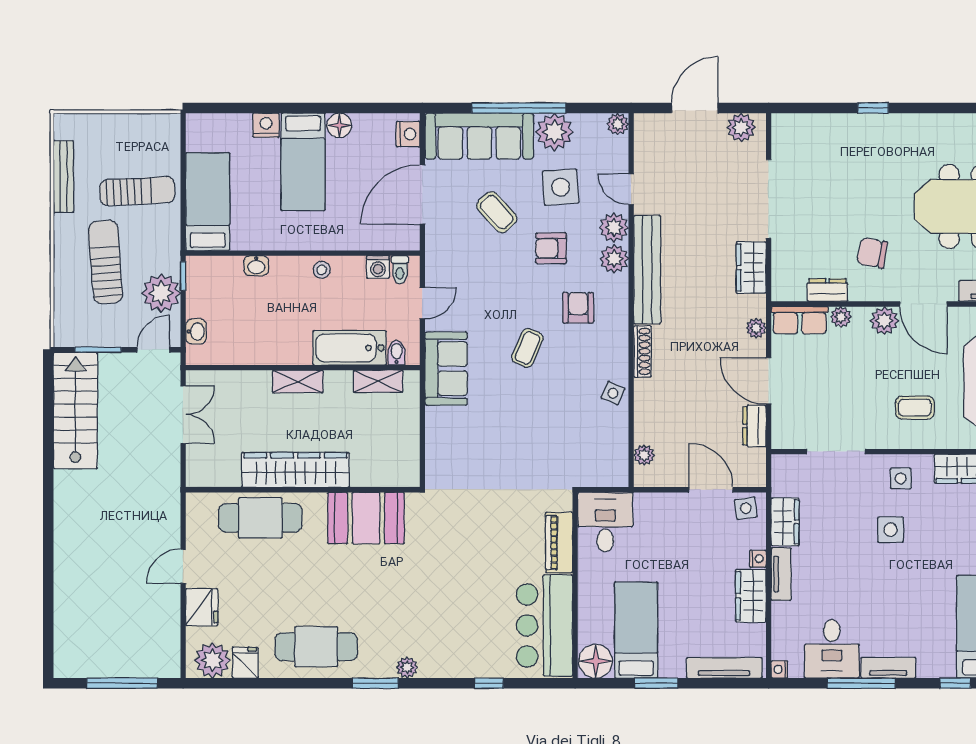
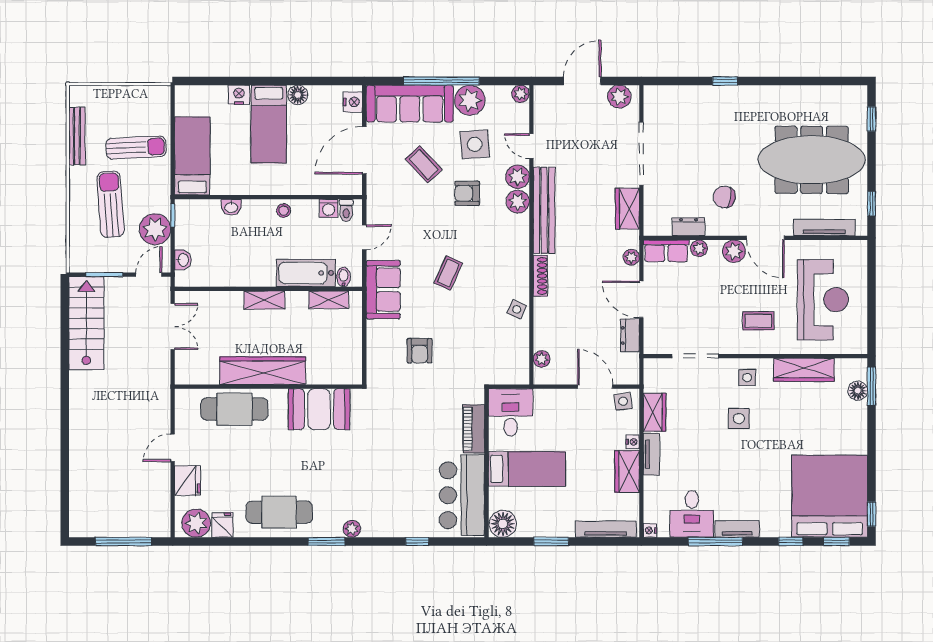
armchair: (578, 308) -> (420, 351), moved, turned 180
bed: (636, 630) -> (527, 469), moved, turned 90

